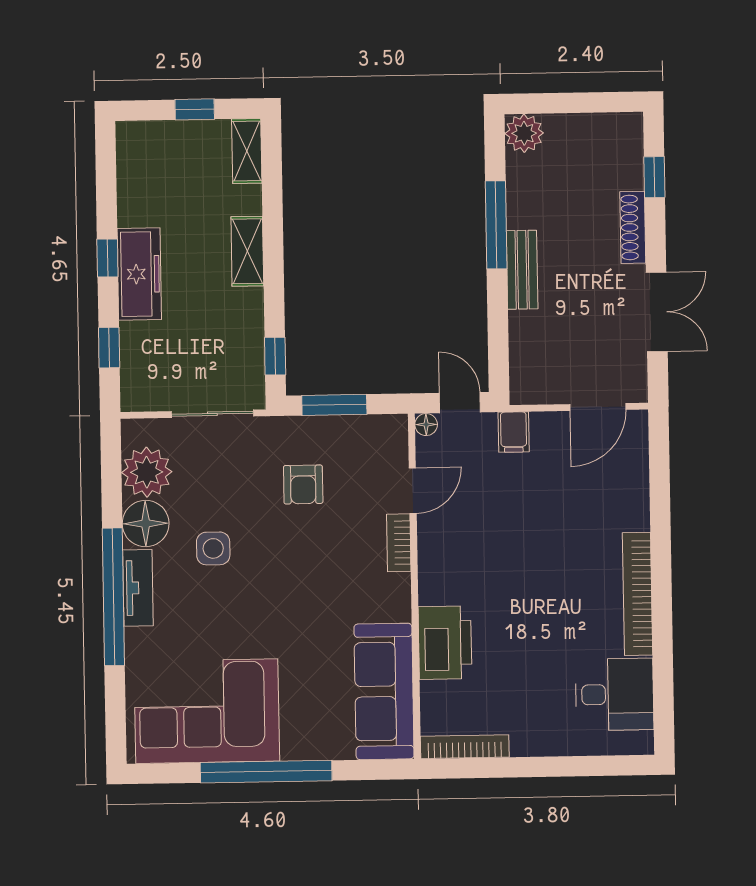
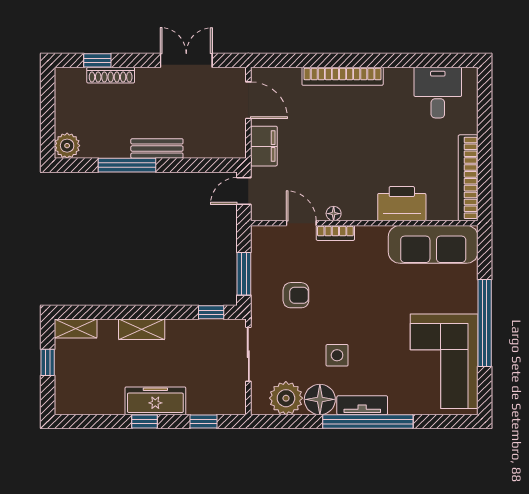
shoe rack: (633, 227) -> (111, 75), moved
floor lamp: (426, 425) -> (334, 214), moved
filing cabinet: (514, 432) -> (264, 146), width x2.00
bookcase: (638, 594) -> (343, 76), moved
bookcase: (465, 747) -> (468, 178), width x1.48, depth x1.31

